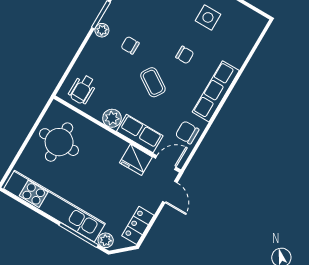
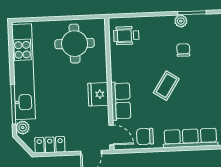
chair: (185, 55) -> (203, 96), removed
plant: (112, 118) -> (119, 72), removed
chair: (187, 132) -> (145, 136), turned -90
fridge: (136, 160) -> (98, 94), moved

